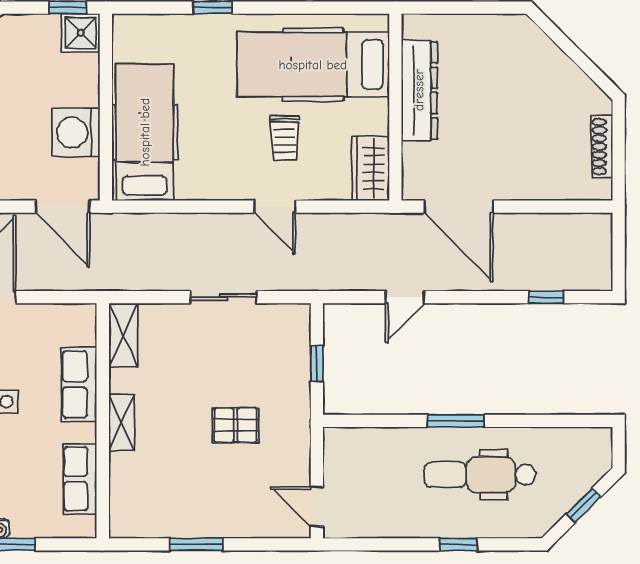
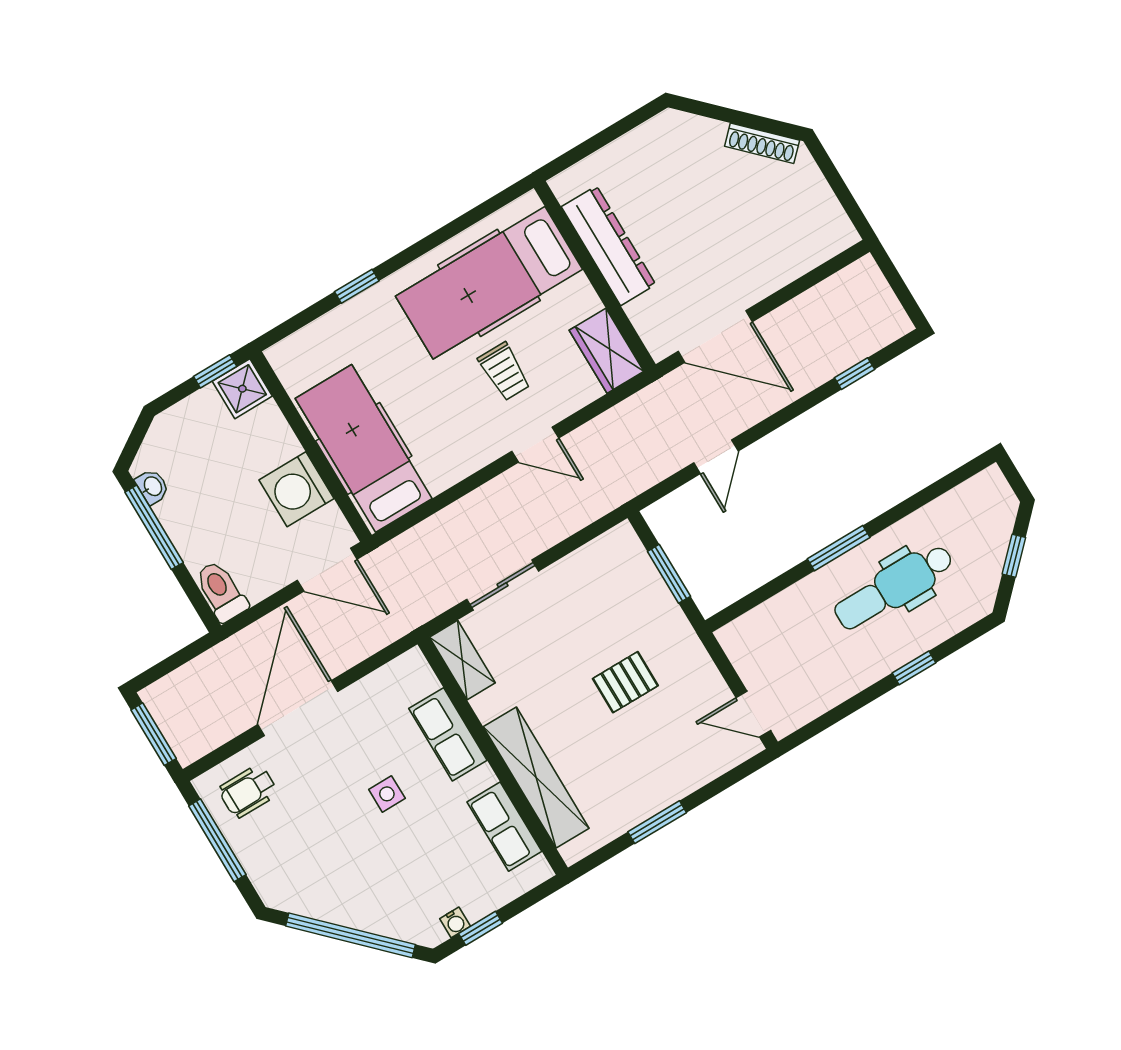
shoe rack: (602, 147) -> (762, 143), moved, turned -45
sliding door: (223, 297) -> (503, 585), moved
window: (317, 364) -> (669, 574), width x1.50
shelving: (121, 423) -> (536, 777), width x2.20, depth x1.33

